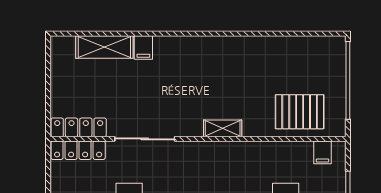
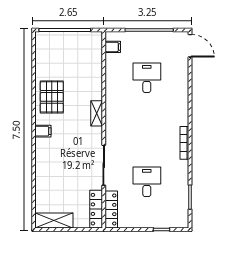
shelving: (104, 47) -> (54, 221), moved, turned 90
filing cabinet: (143, 47) -> (43, 131), moved
pallet: (300, 112) -> (52, 97), moved

